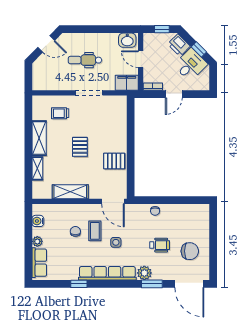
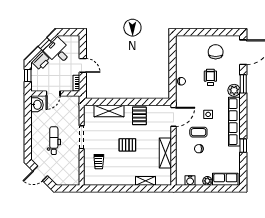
door: (46, 44) -> (40, 173), swing flipped
dental chair: (85, 60) -> (54, 141), turned 180
filing cabinet: (127, 83) -> (73, 105), removed
shelving: (39, 138) -> (109, 111), moved

